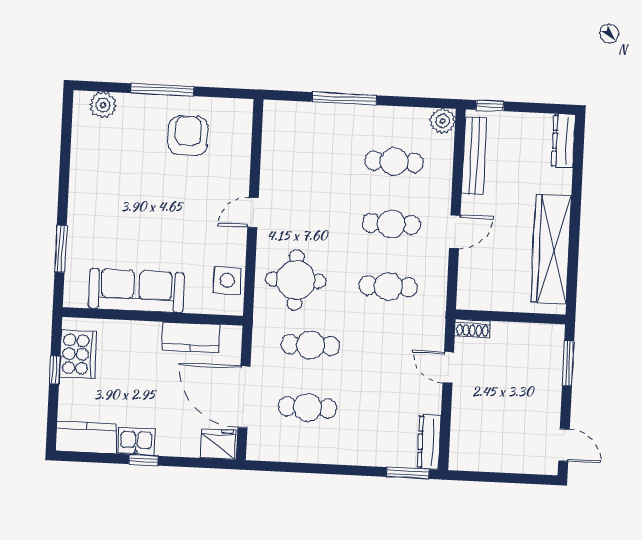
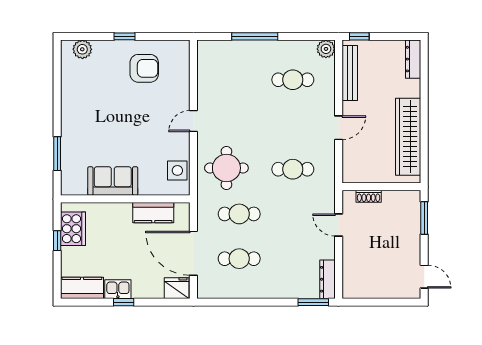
window: (163, 90) -> (124, 36), width x0.46
armchair: (188, 136) -> (144, 68), turned 90
cafe table: (391, 224) -> (293, 124), removed
sofa: (136, 291) -> (113, 181), width x0.73
shoe rack: (472, 328) -> (369, 196), moved

